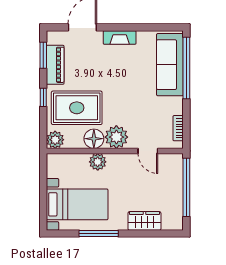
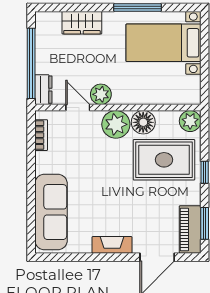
piano: (55, 65) -> (190, 229), moved
window: (186, 68) -> (31, 208), removed
plant: (98, 162) -> (101, 94), moved
dresser: (176, 166) -> (43, 90), added

